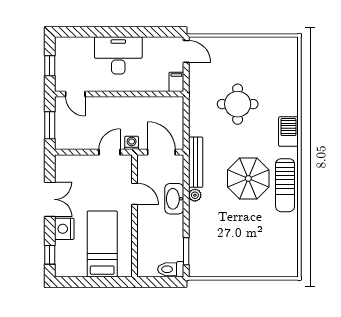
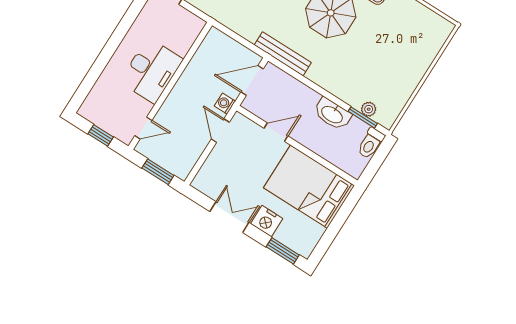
desk: (118, 55) -> (151, 71), moved, turned 180
filing cabinet: (176, 82) -> (194, 23), removed
plant: (195, 195) -> (369, 109), moved
washbasin: (174, 199) -> (332, 114), moved
bed: (102, 244) -> (309, 187), width x1.50
window: (50, 255) -> (283, 251), width x1.50

